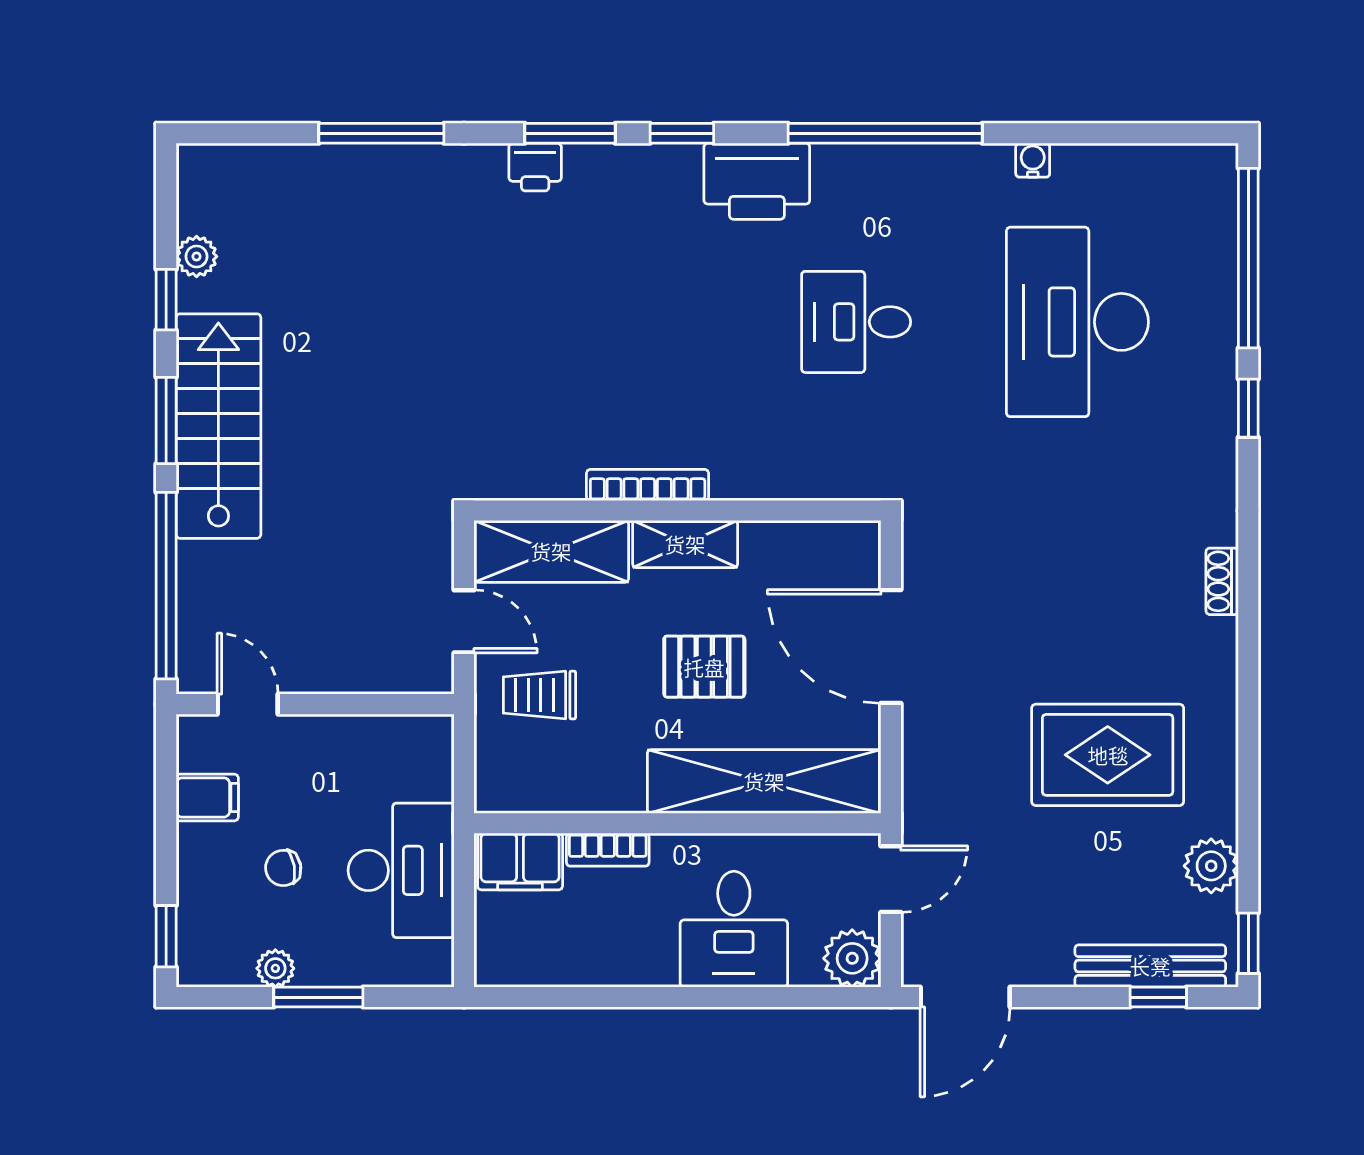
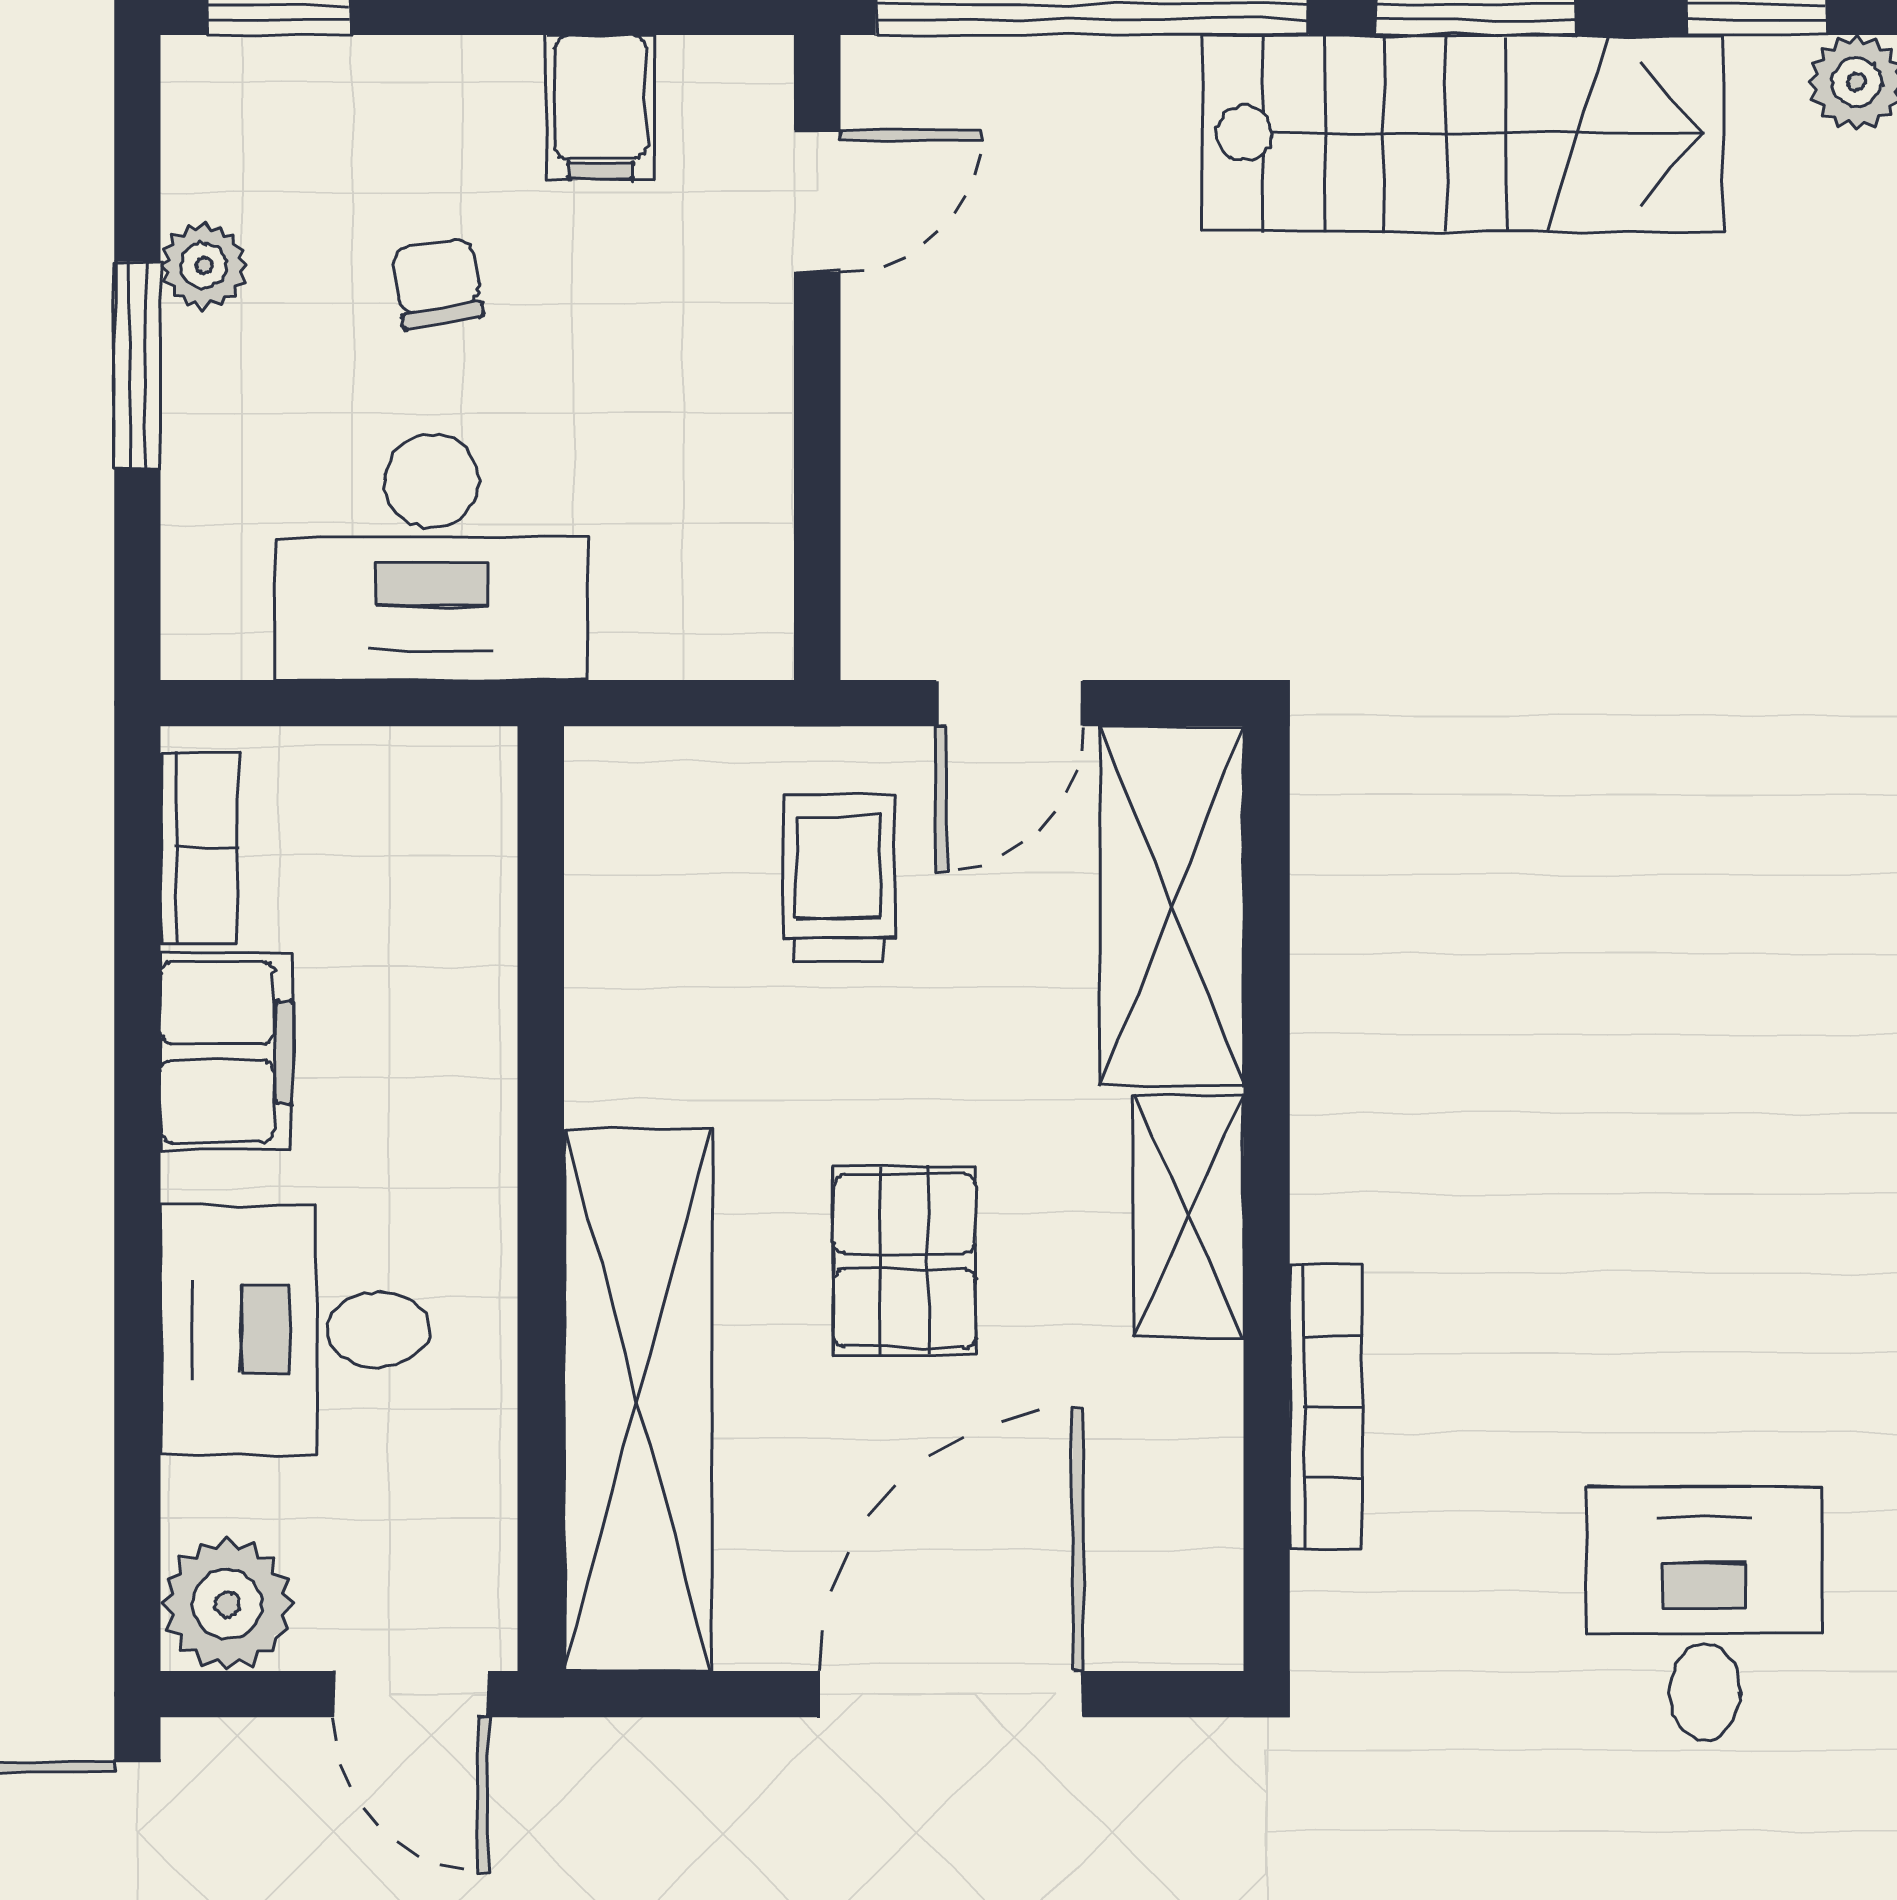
bookcase: (648, 485) -> (1326, 1407), moved
bookcase: (608, 850) -> (199, 848), moved, turned 180
filing cabinet: (520, 862) -> (226, 1052), moved, turned 180

